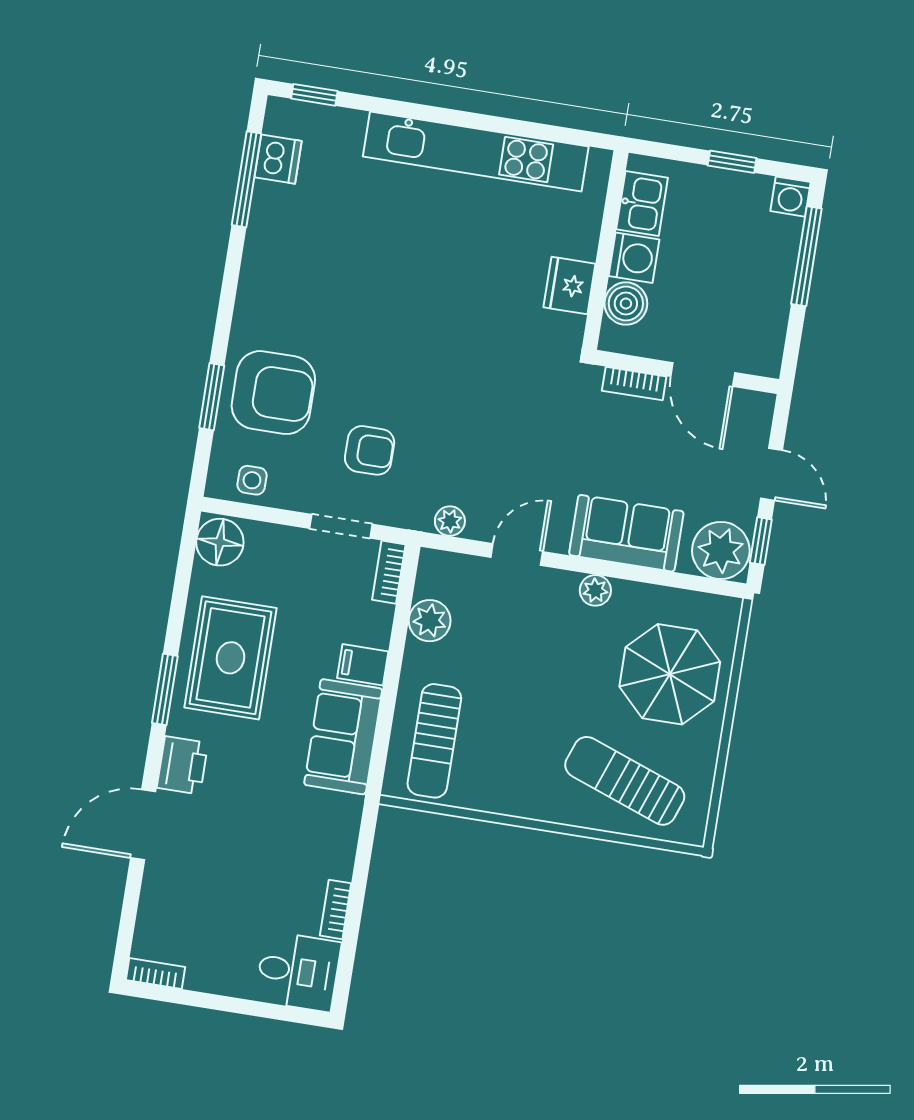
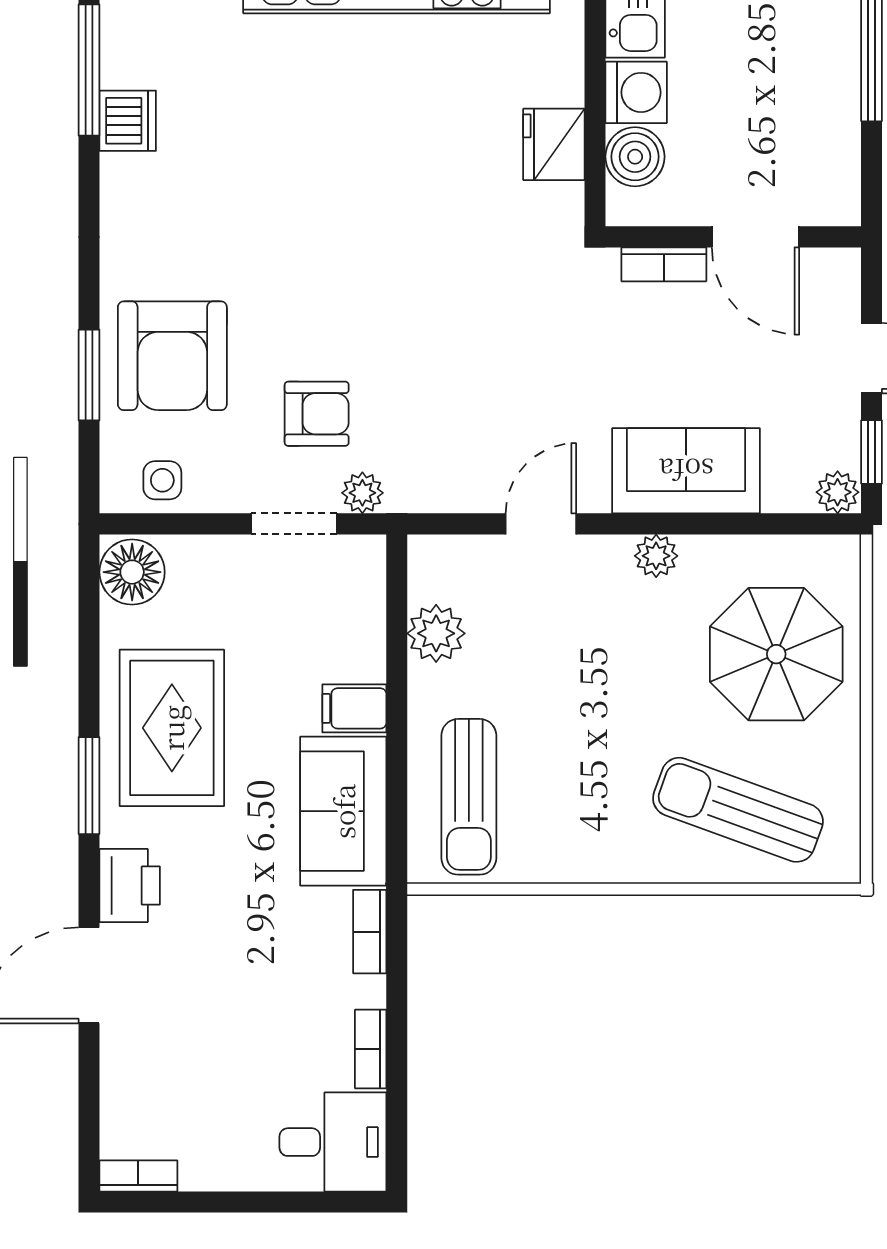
dishwasher: (278, 159) -> (128, 121), moved
armchair: (273, 393) -> (172, 356), turned 90
plant: (450, 521) -> (362, 493), moved
plant: (721, 550) -> (838, 492), width x0.53, depth x0.53
bookcase: (389, 572) -> (370, 932), moved

